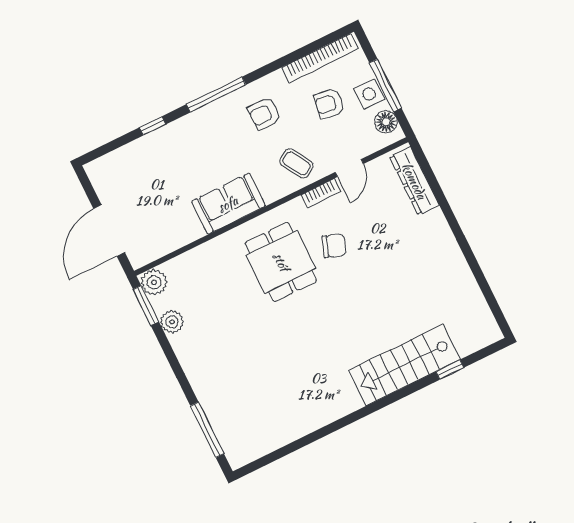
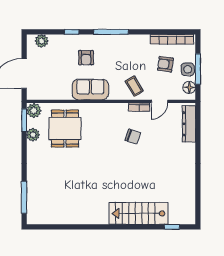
armchair: (264, 114) -> (86, 58), moved, turned -90
plant: (111, 164) -> (42, 41), added
dining table: (281, 262) -> (65, 129), moved
window: (450, 370) -> (172, 227), moved

